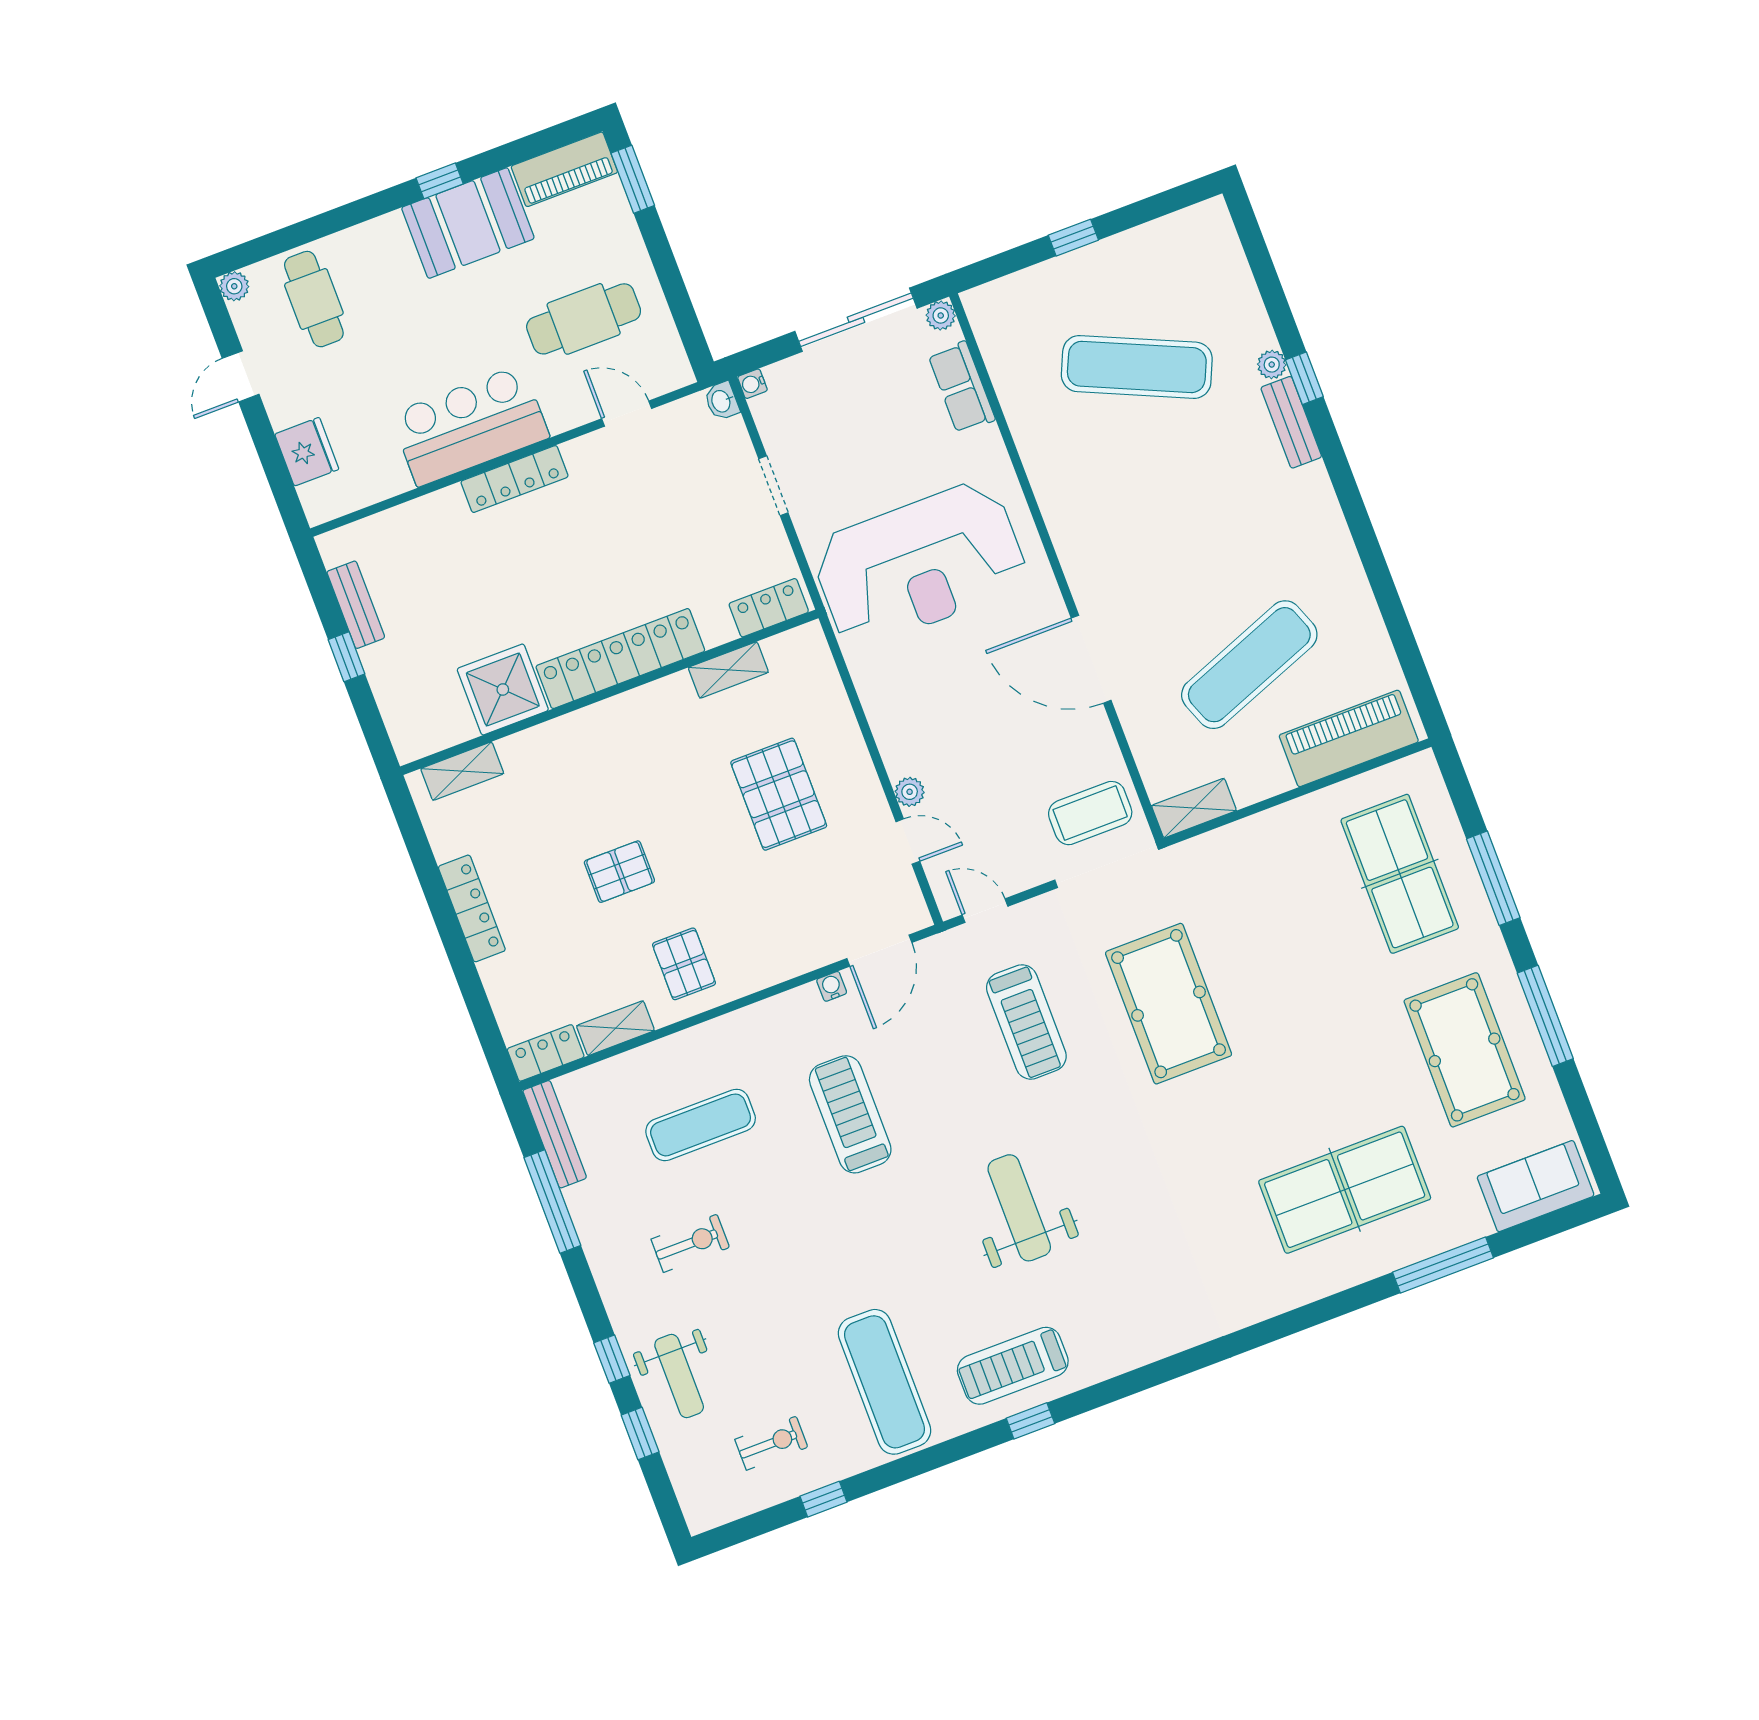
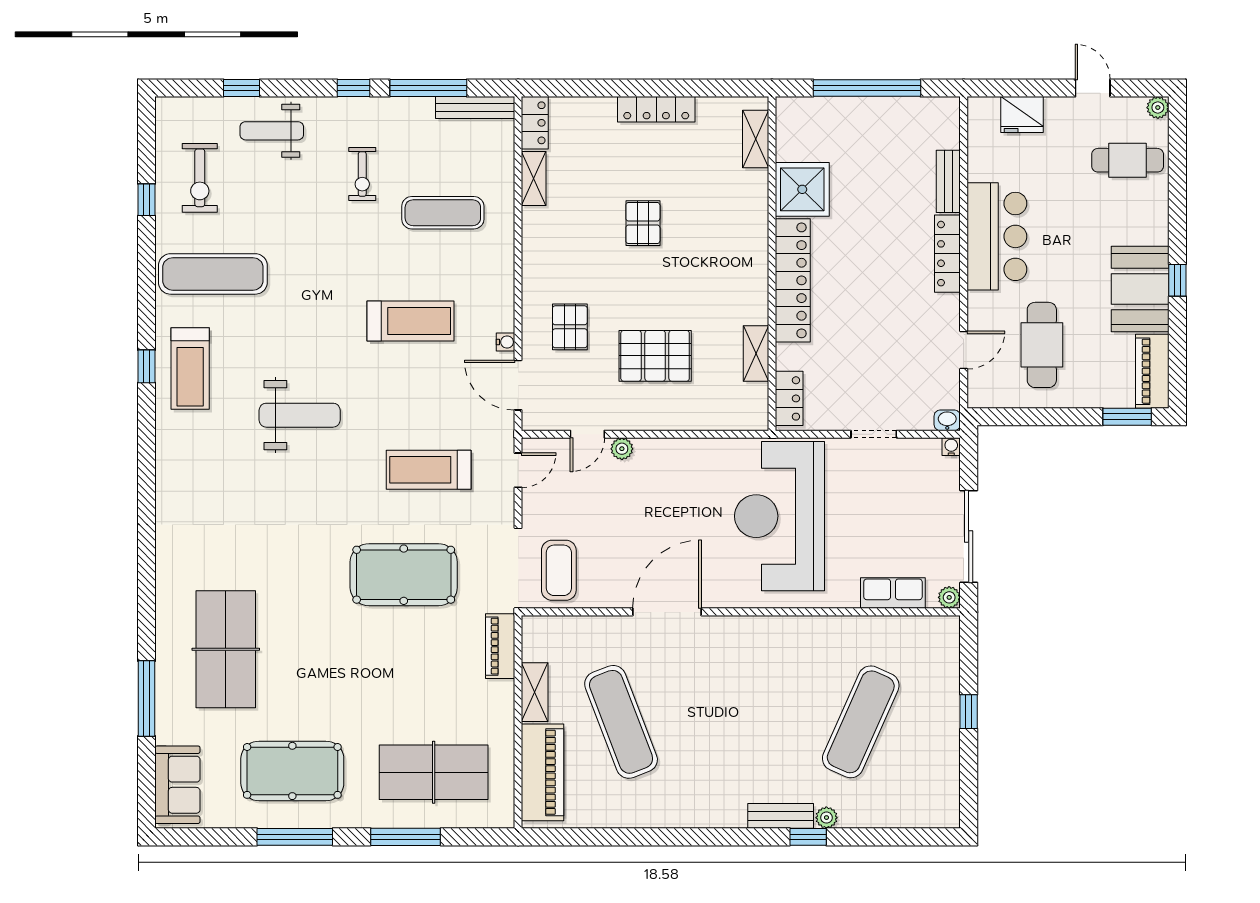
bench: (356, 605) -> (948, 181), moved, turned 90
window: (347, 657) -> (867, 88), width x3.17
shelving: (1194, 808) -> (535, 692), moved
piano: (1212, 850) -> (500, 646), added
pallet: (684, 964) -> (570, 327), moved, turned 90
exercise mat: (701, 1125) -> (443, 213), turned 90
window: (612, 1359) -> (354, 88), moved
treadmill: (1013, 1366) -> (190, 369), turned 180
exercise bike: (771, 1443) -> (200, 178), width x1.38, depth x1.39

